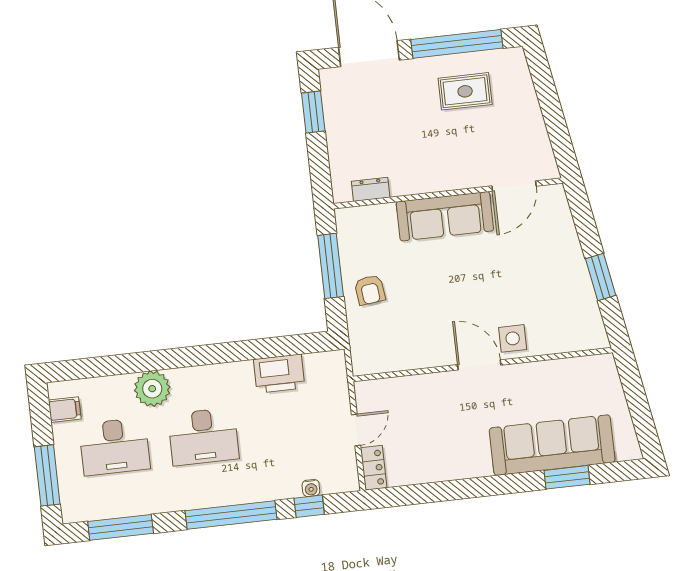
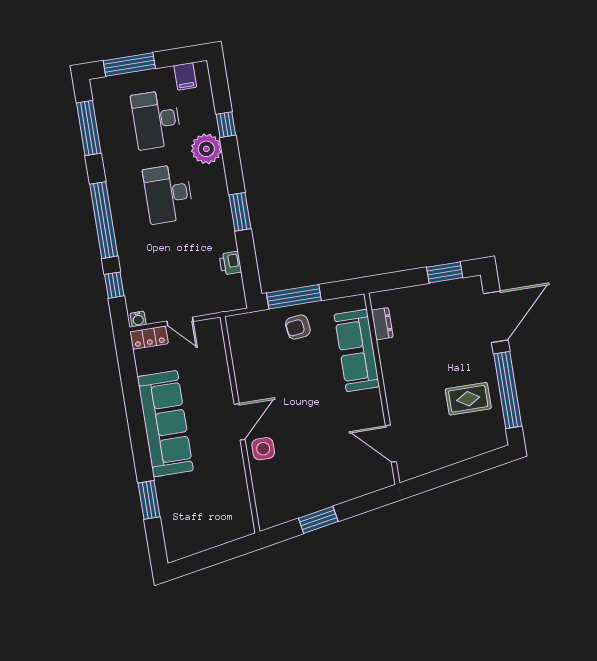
rug: (465, 91) -> (468, 399), turned 90
sofa: (445, 216) -> (357, 351), moved
window: (331, 266) -> (294, 297), moved
window: (229, 352) -> (240, 212), added
window: (125, 364) -> (226, 125), added
printer: (279, 374) -> (230, 263), width x0.53, depth x0.68
sofa: (552, 445) -> (165, 424), moved
water cooler: (311, 488) -> (138, 319), moved, turned -90

